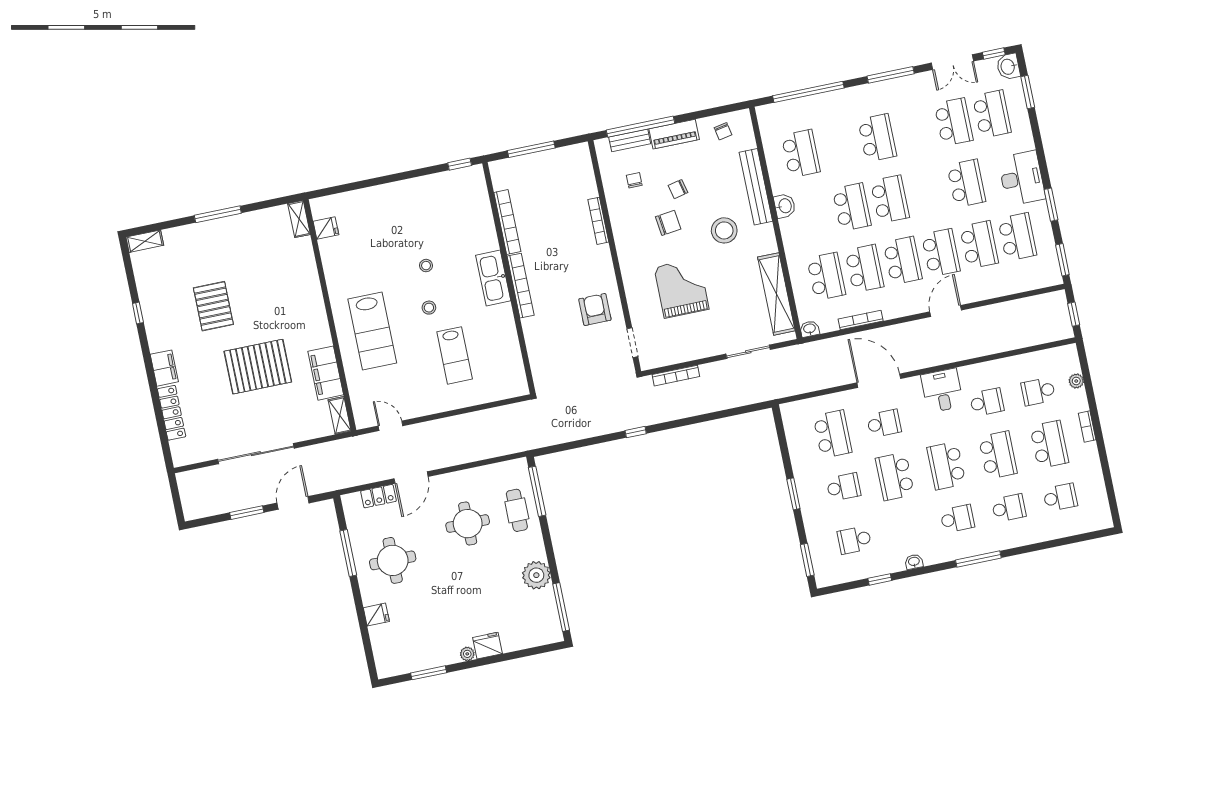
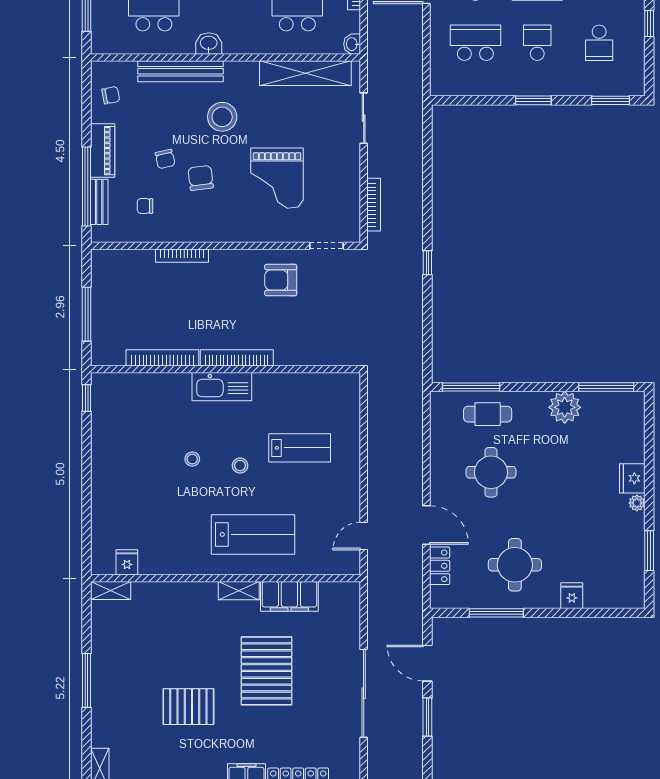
grand piano: (682, 288) -> (277, 178), turned -90
shelving: (340, 415) -> (239, 591), moved

